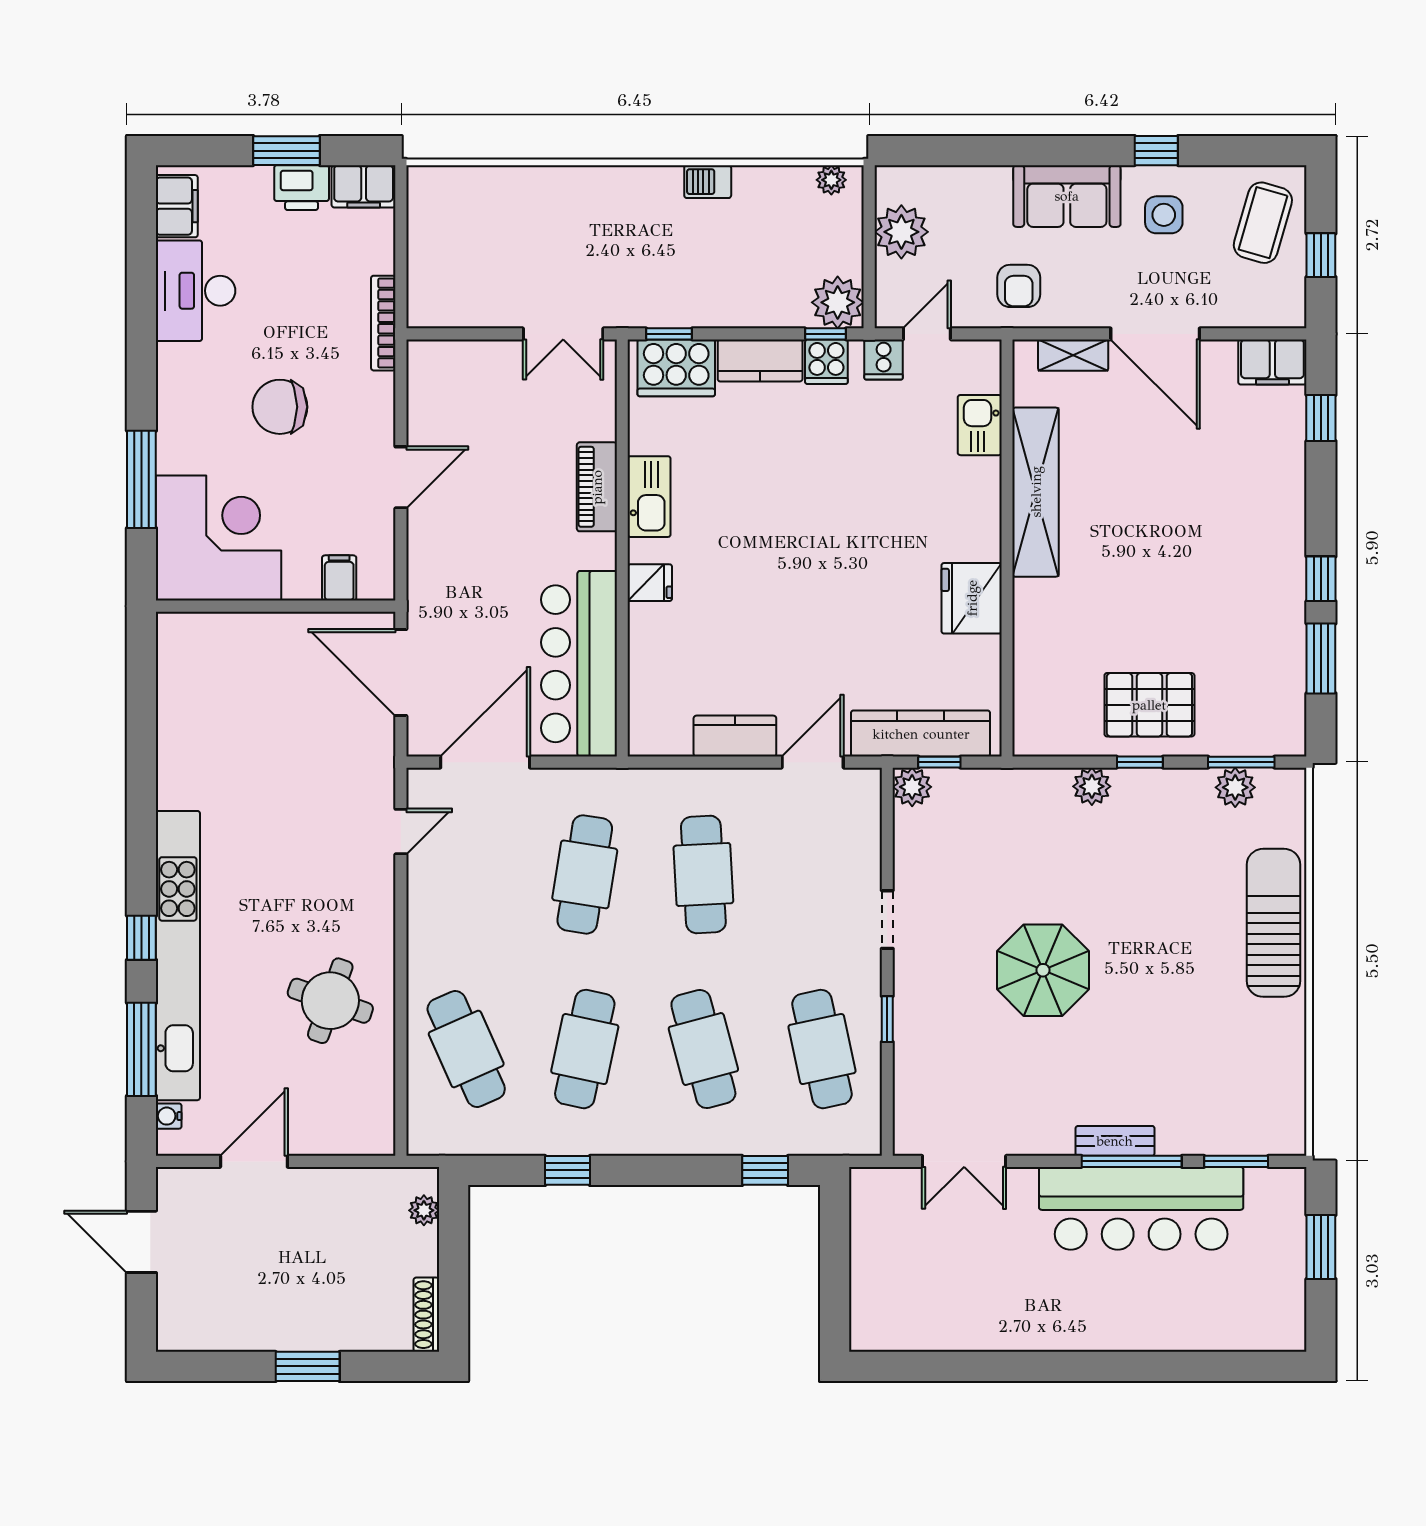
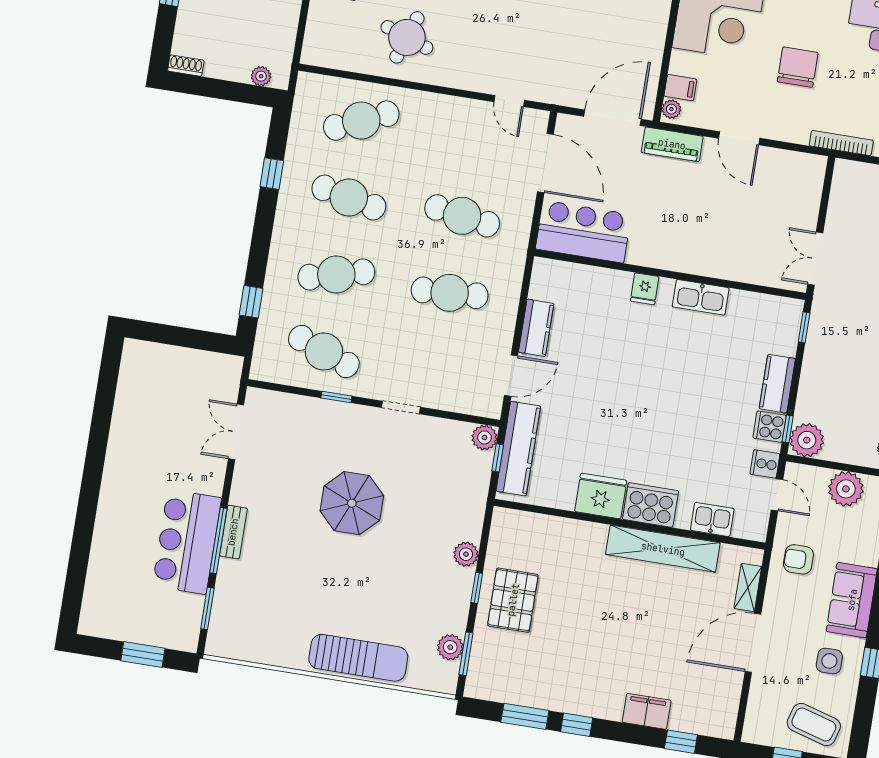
filing cabinet: (1272, 362) -> (647, 711), moved, turned 90
cooker: (676, 368) -> (650, 505), moved, turned 90
piano: (597, 487) -> (672, 144), moved, turned 180
plant: (374, 586) -> (671, 109), added
bar counter: (579, 664) -> (583, 232), width x0.73
door: (813, 762) -> (511, 376), hinge flipped
cafe table: (822, 1049) -> (324, 351), turned 33
bar counter: (1141, 1208) -> (187, 542), width x0.73
shoe rack: (426, 1315) -> (186, 66), width x0.70

